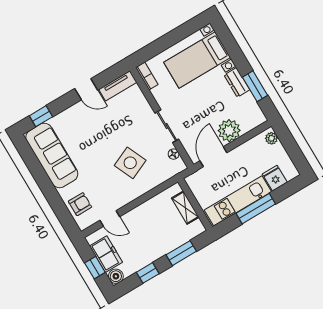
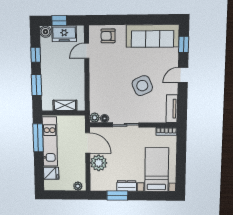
door: (86, 89) -> (183, 75), moved
side table: (130, 163) -> (142, 86), moved
plant: (179, 166) -> (95, 118), added
armchair: (80, 204) -> (108, 36), turned 90
window: (256, 209) -> (38, 138), moved

